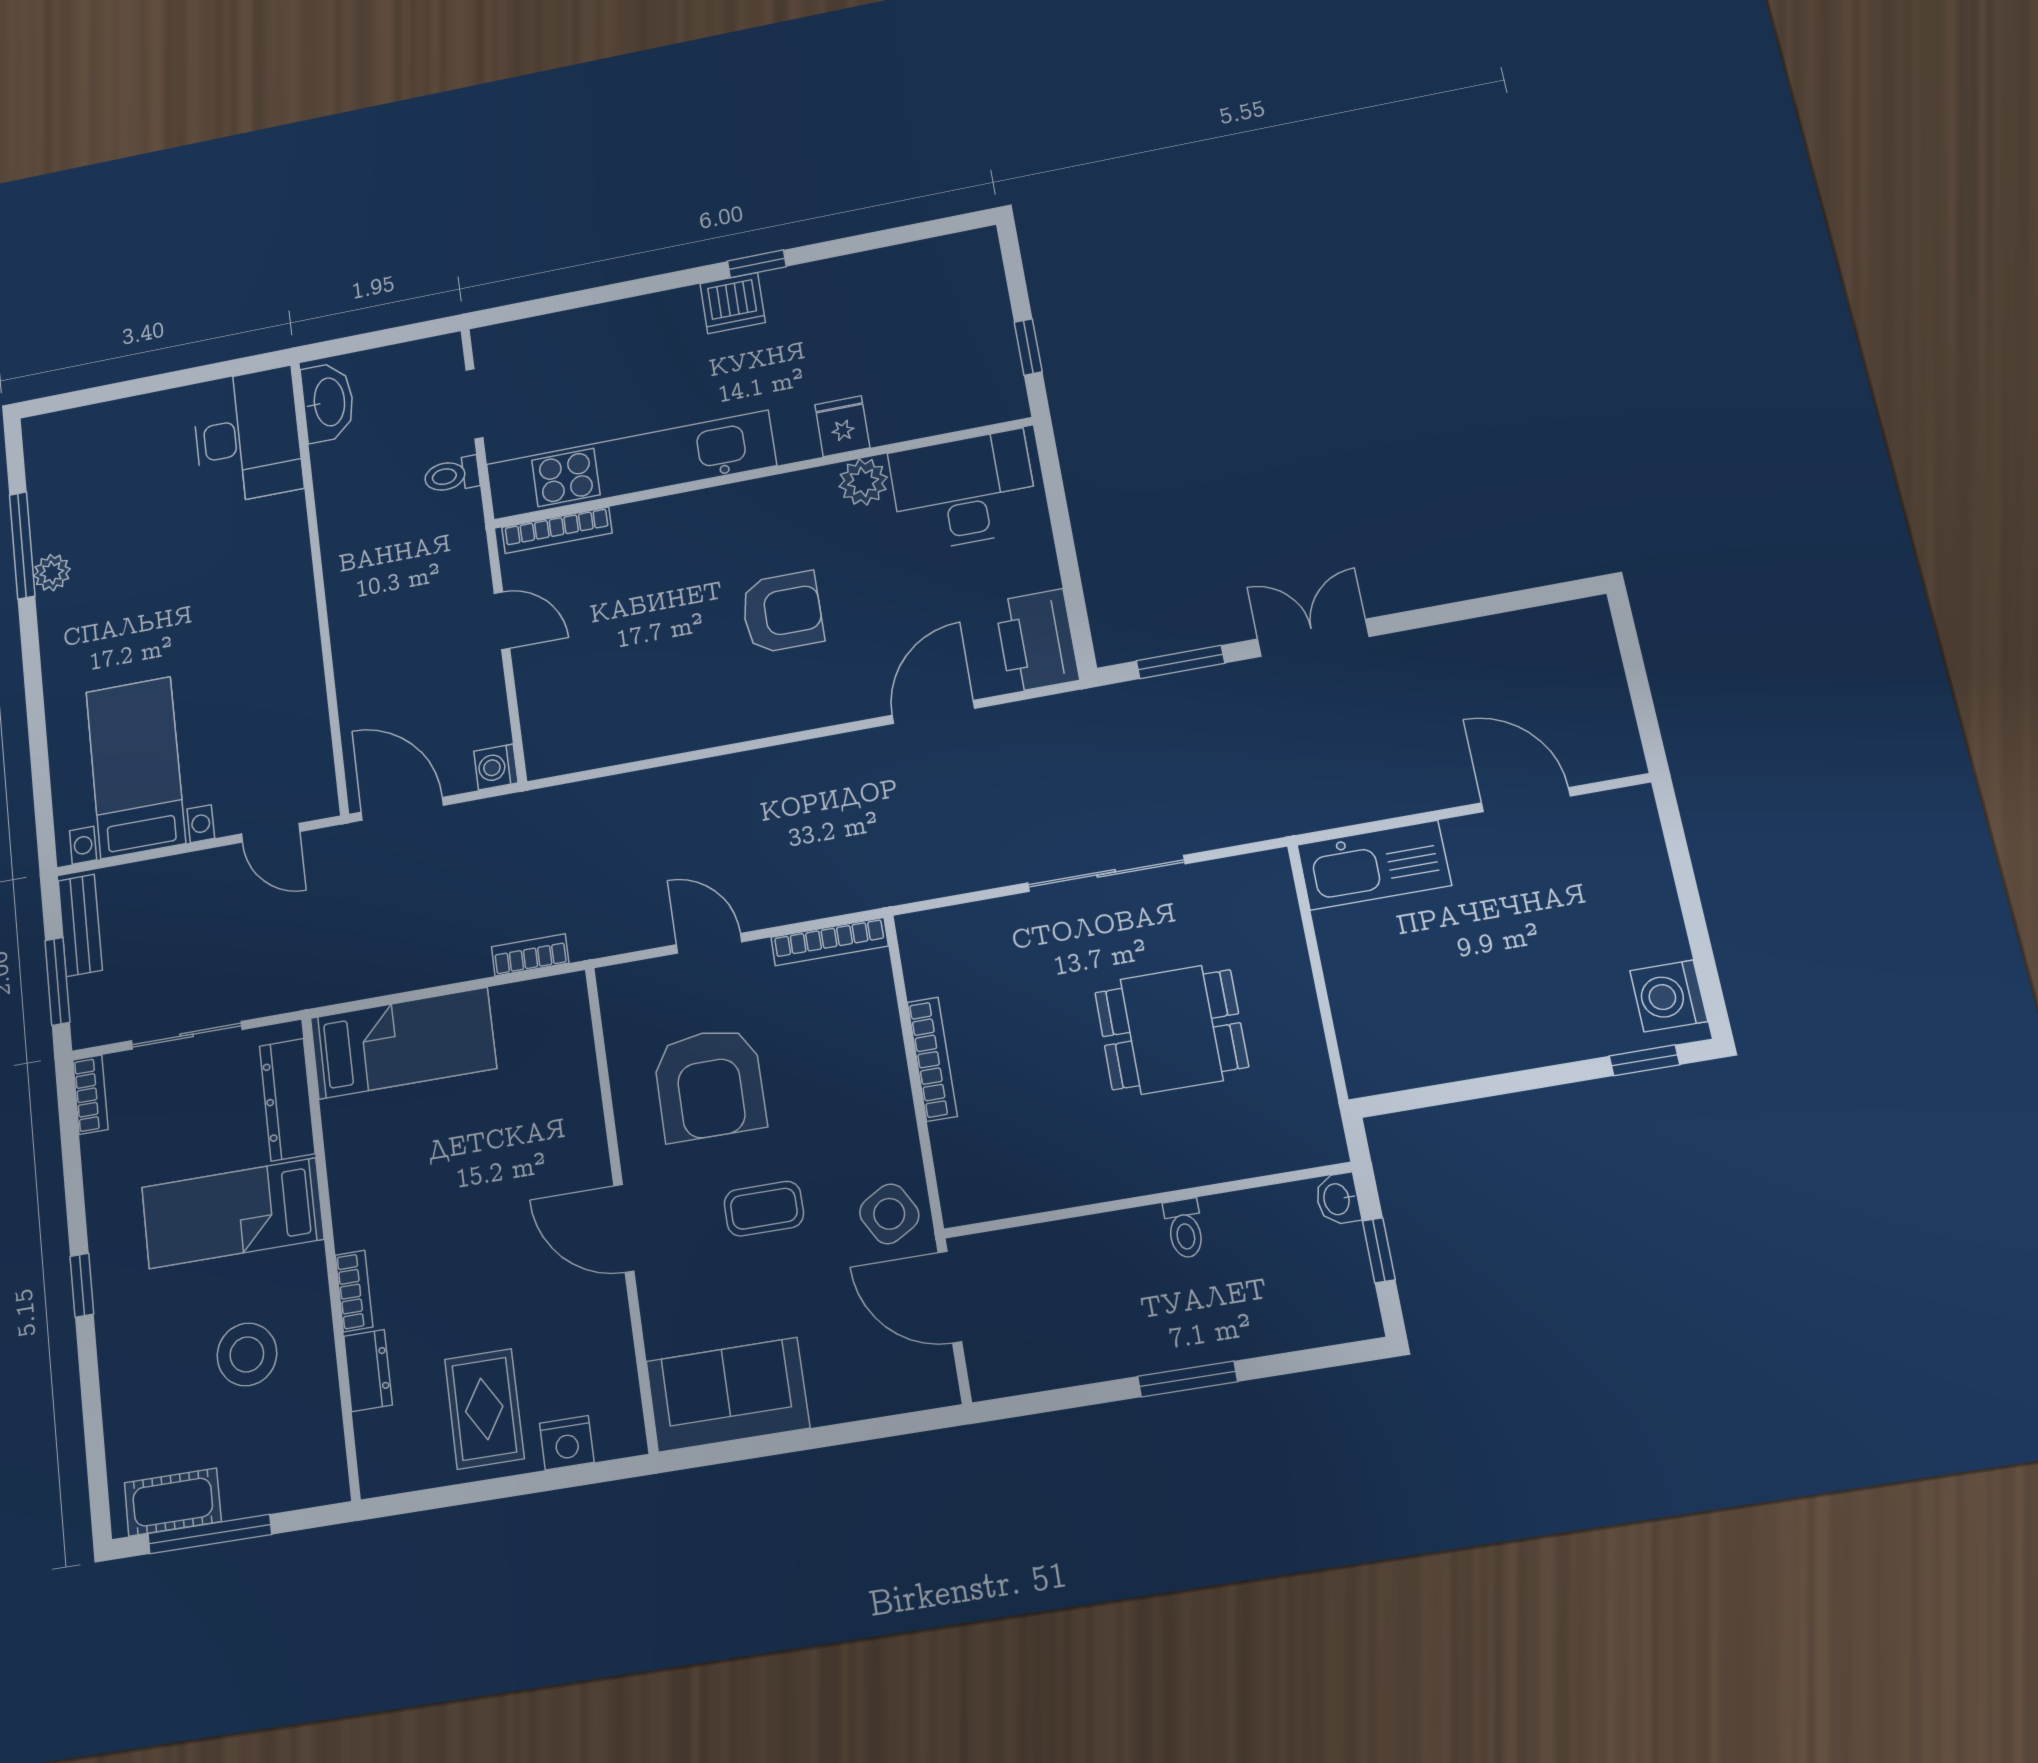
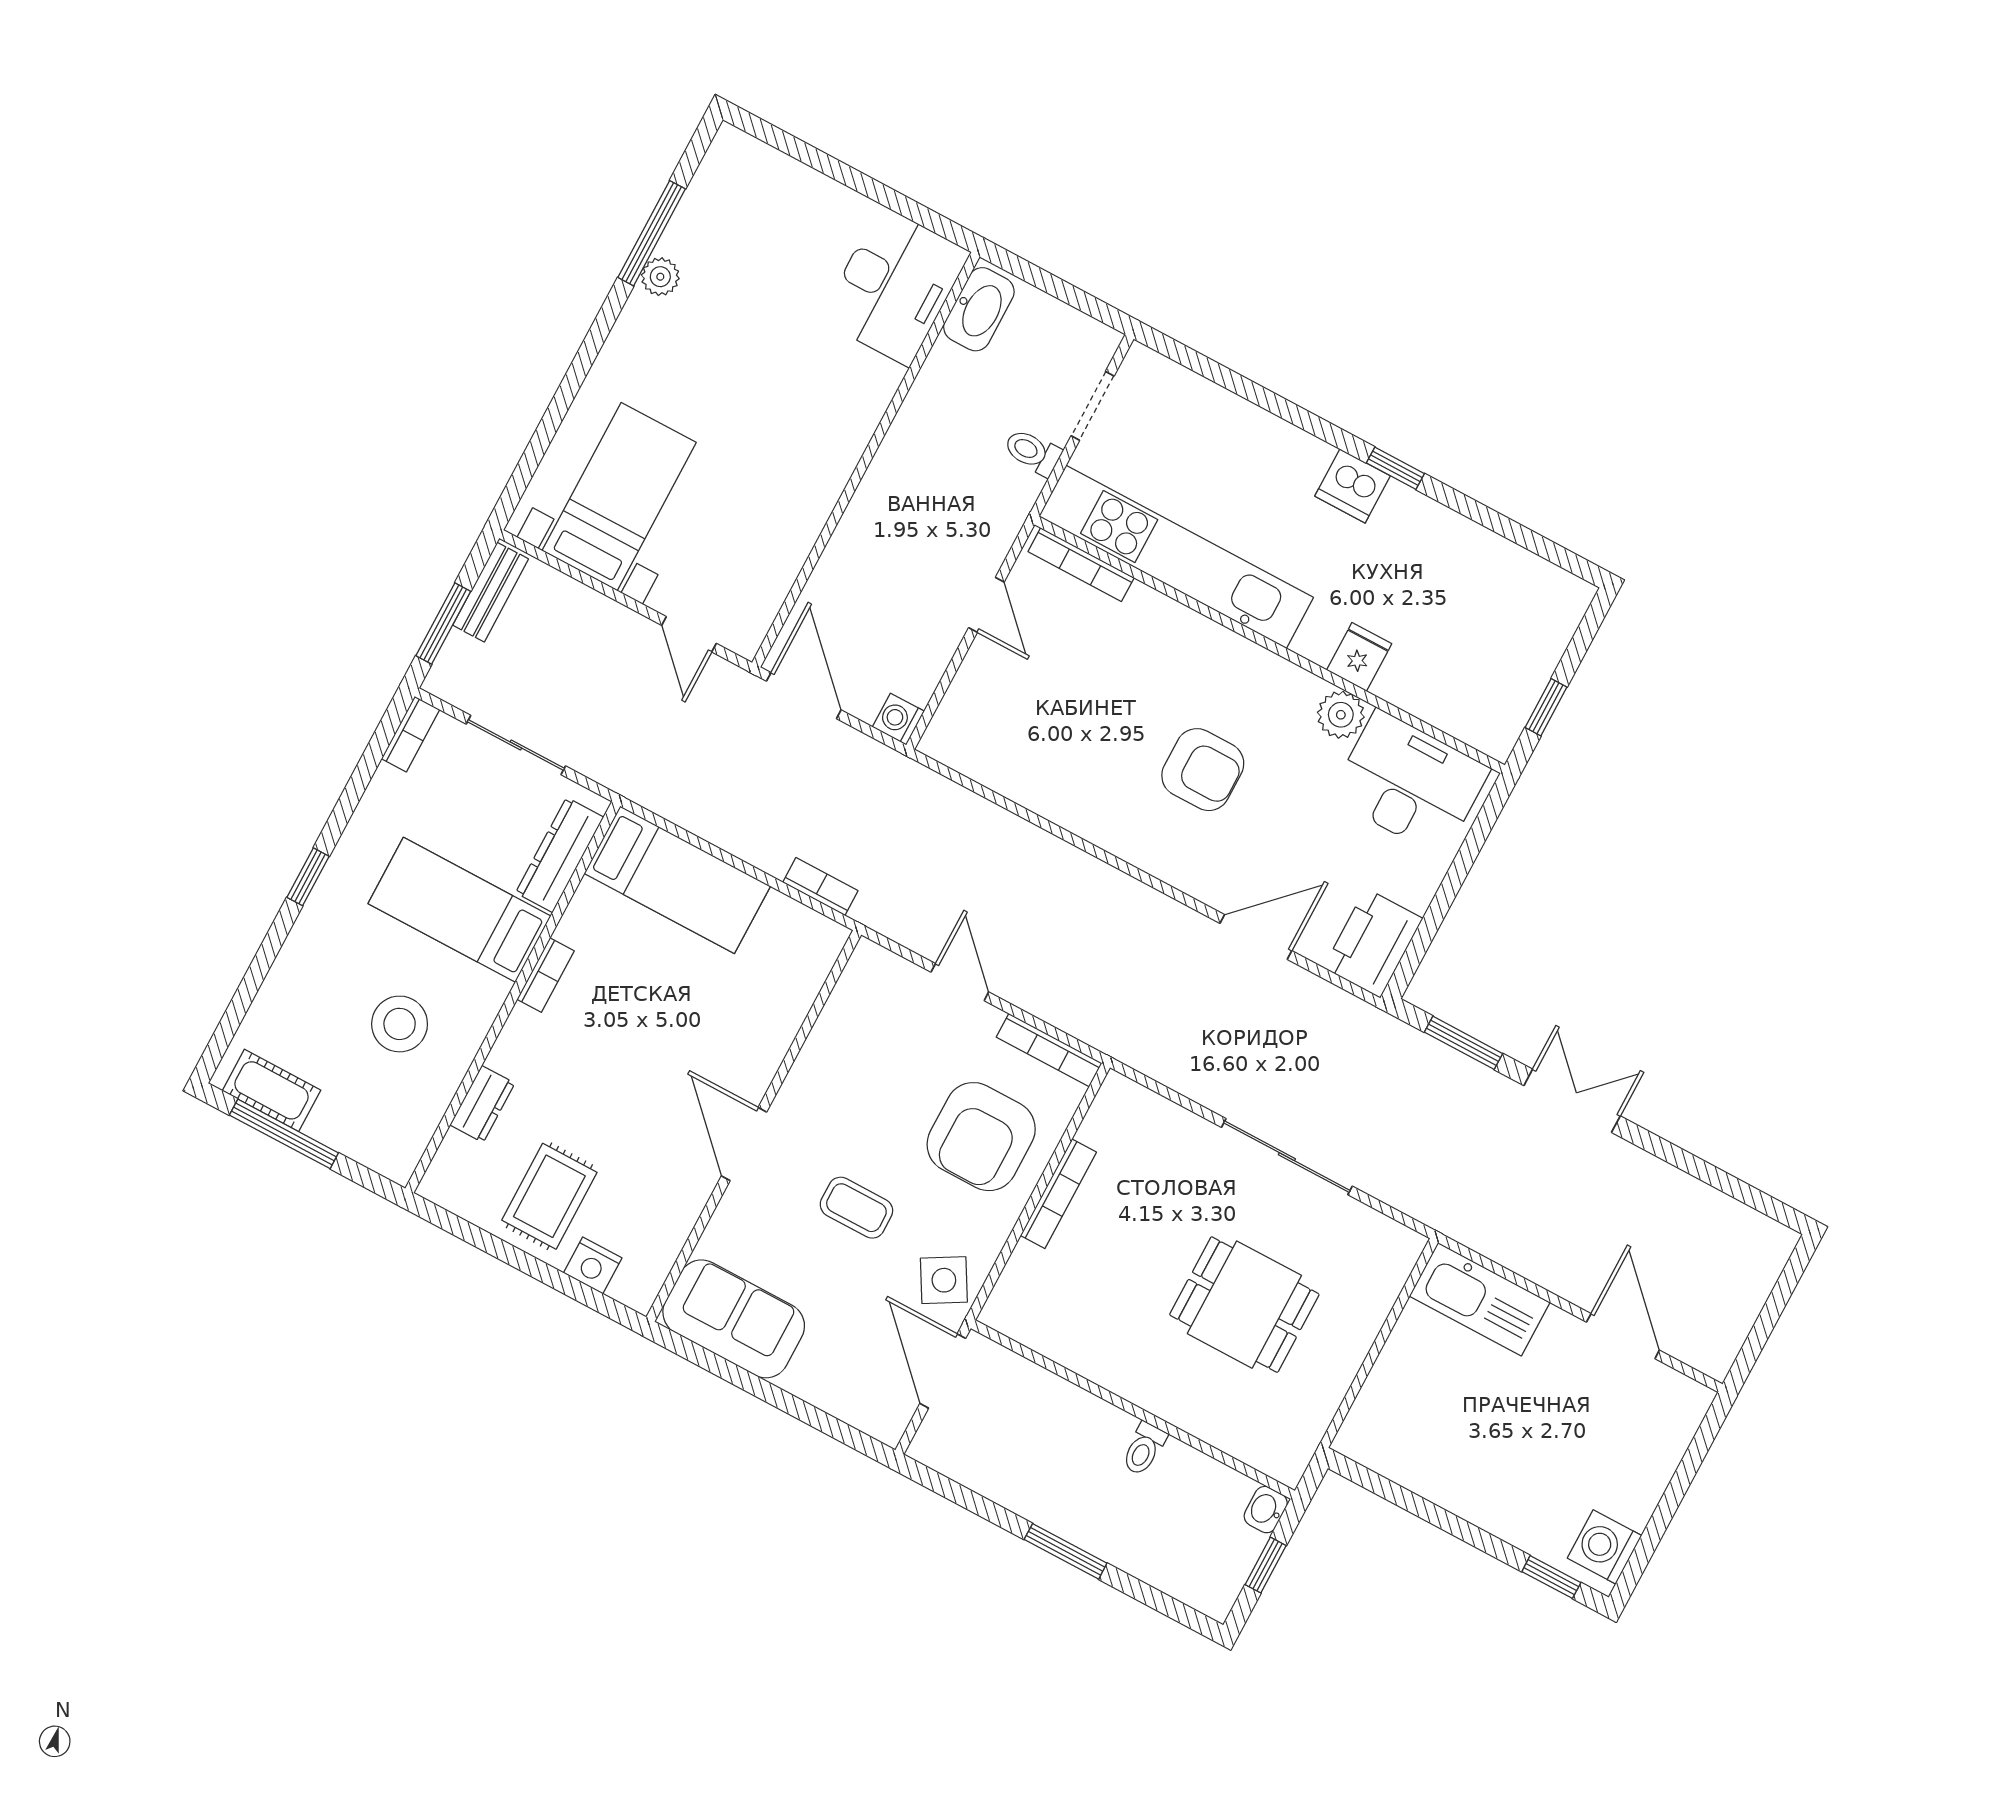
armchair: (709, 1084) -> (981, 1137), moved
bookcase: (354, 1291) -> (546, 975), moved

